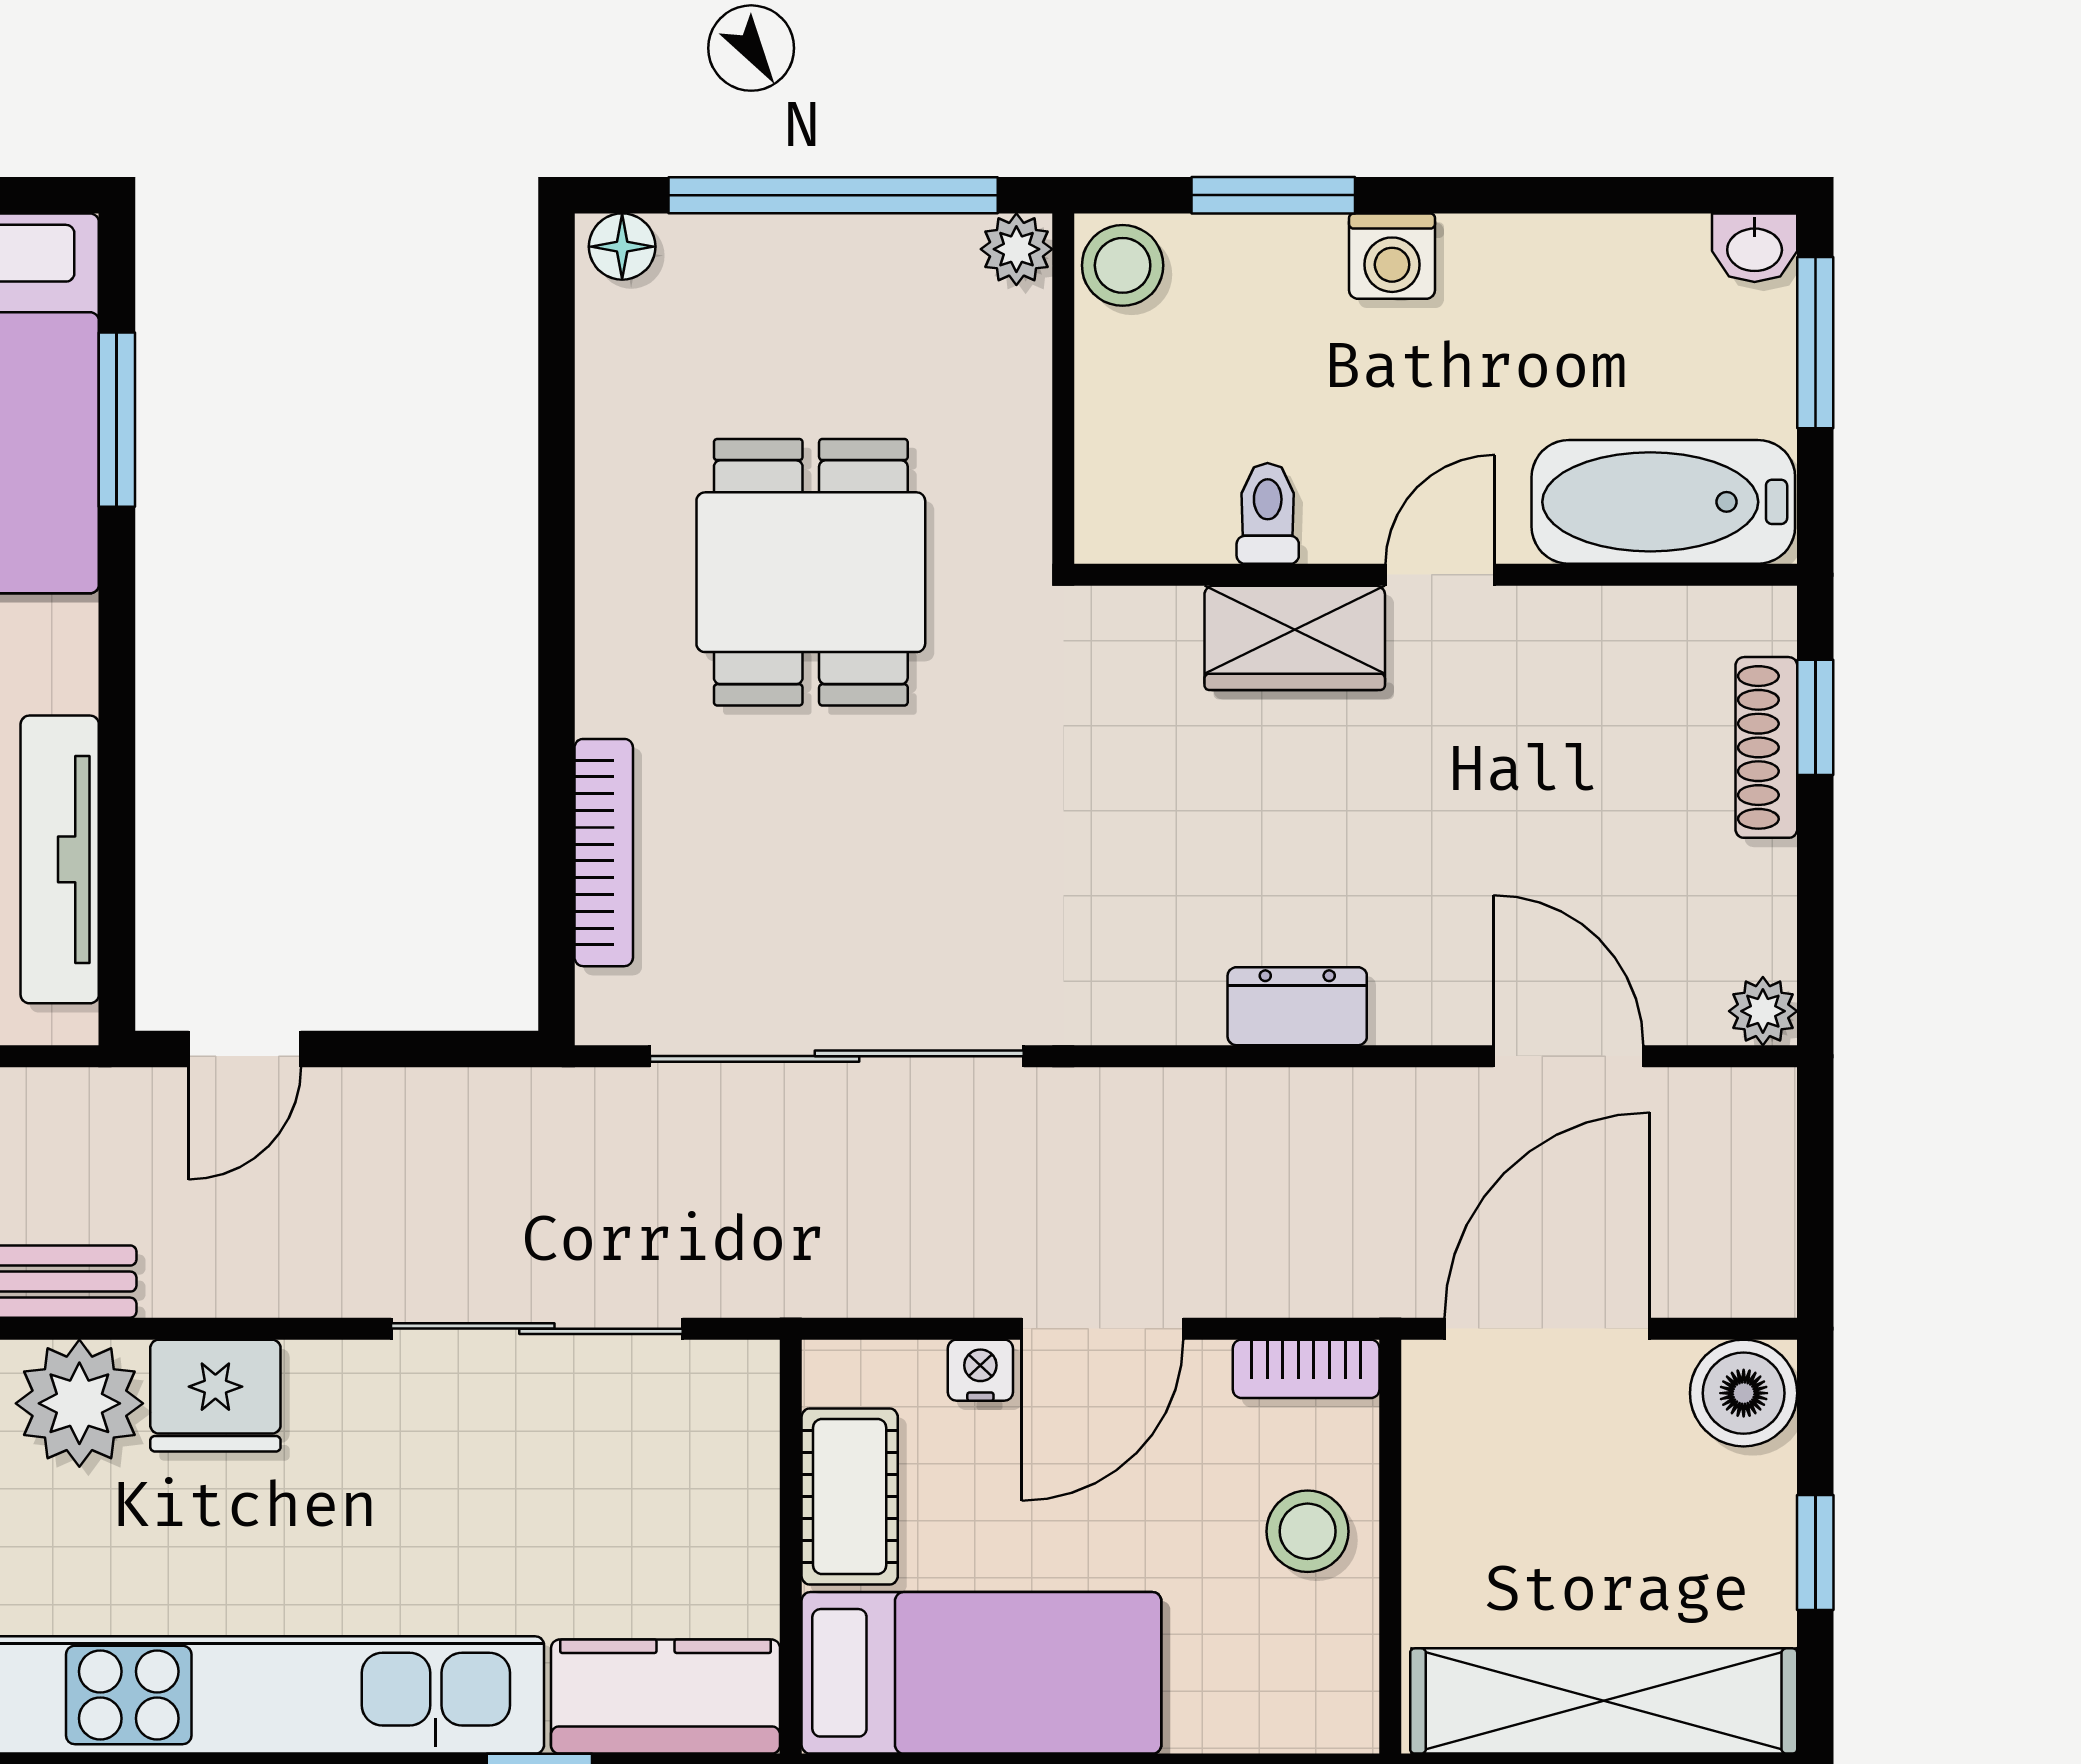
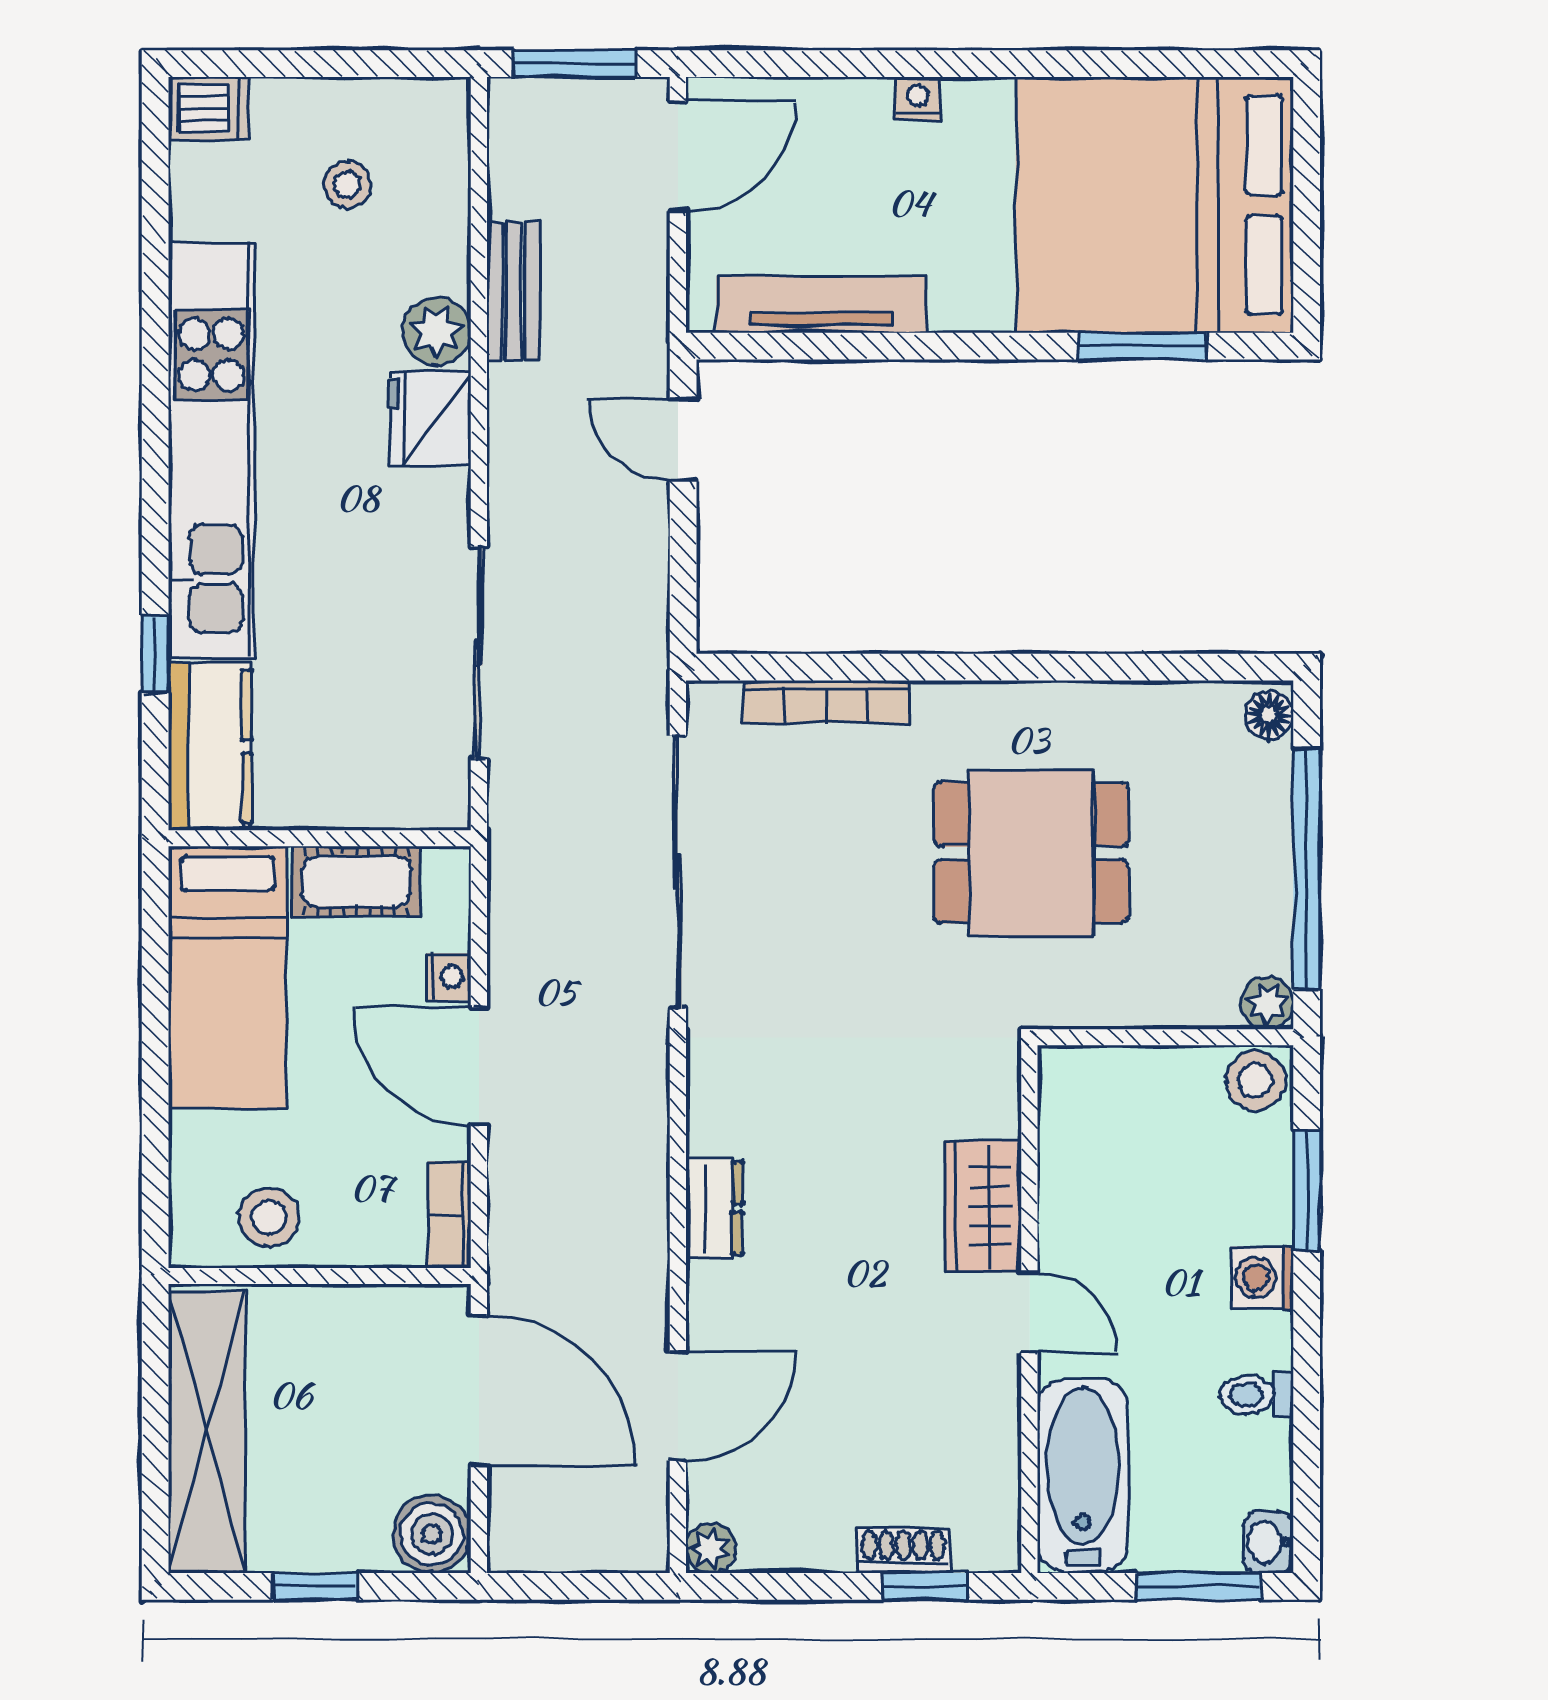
toilet: (1268, 513) -> (1256, 1395), moved, turned 180
shoe rack: (1766, 747) -> (903, 1551), width x0.70
plant: (79, 1403) -> (437, 331), width x0.73, depth x0.73
stool: (1308, 1531) -> (269, 1217), moved

